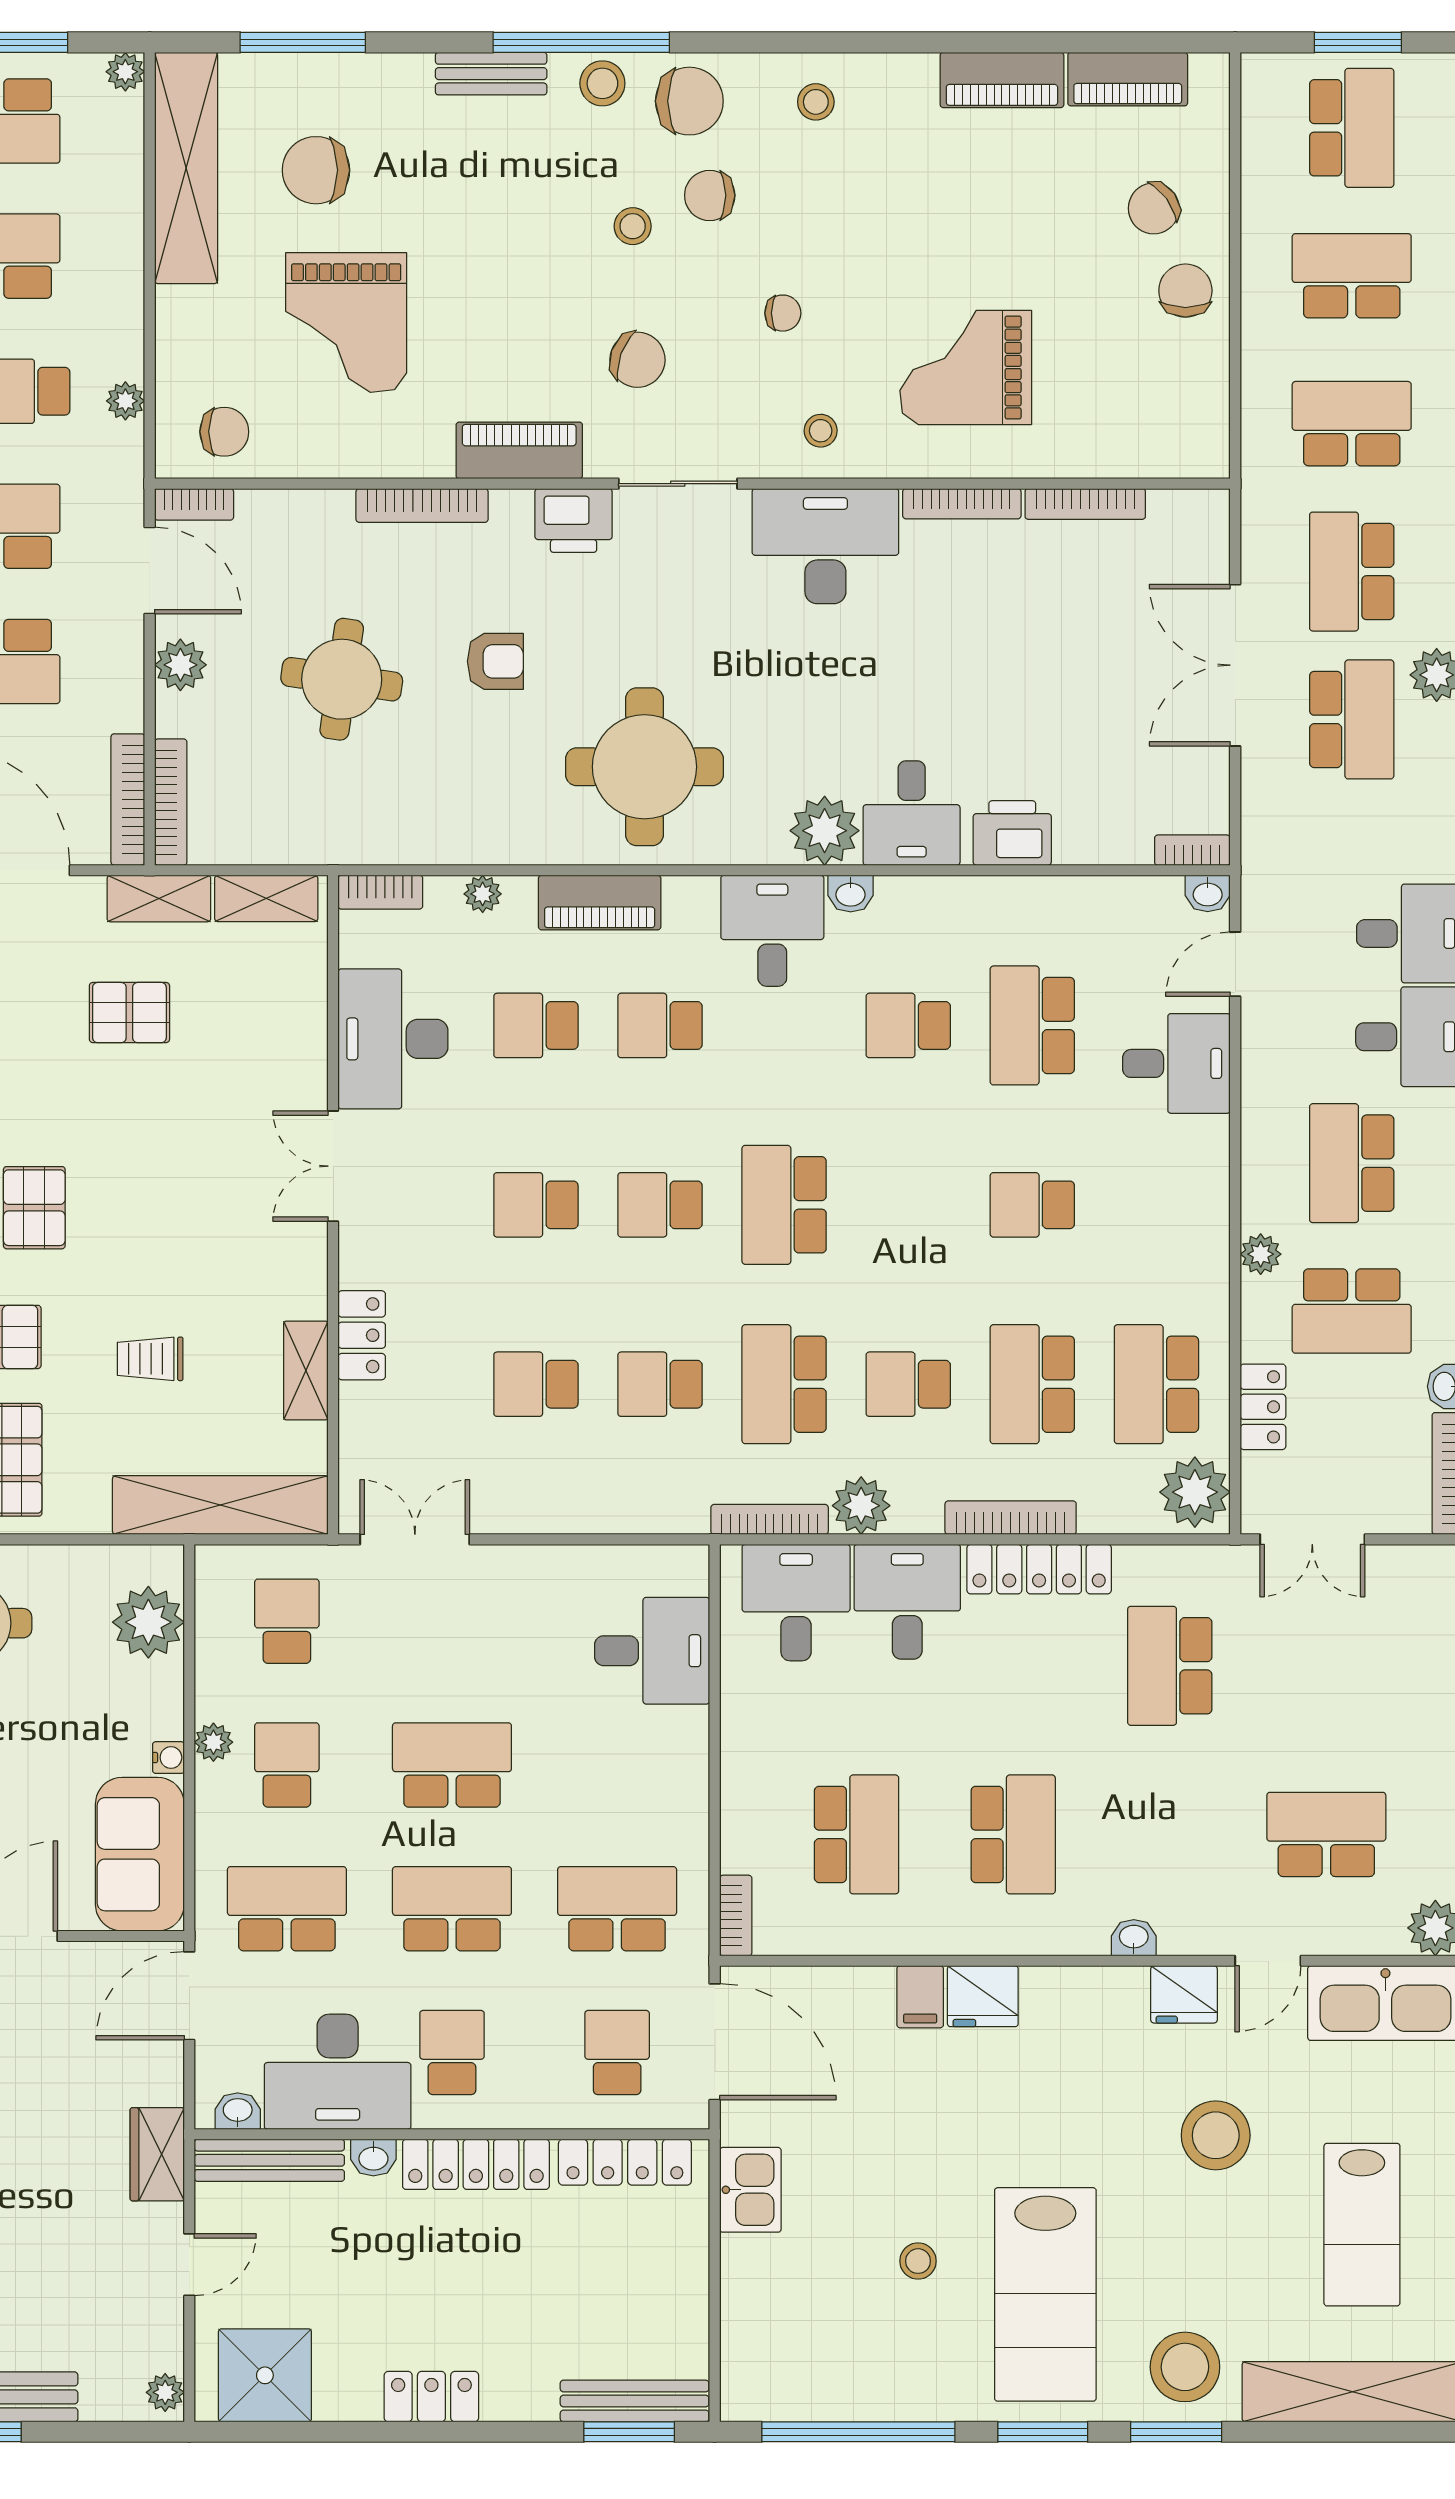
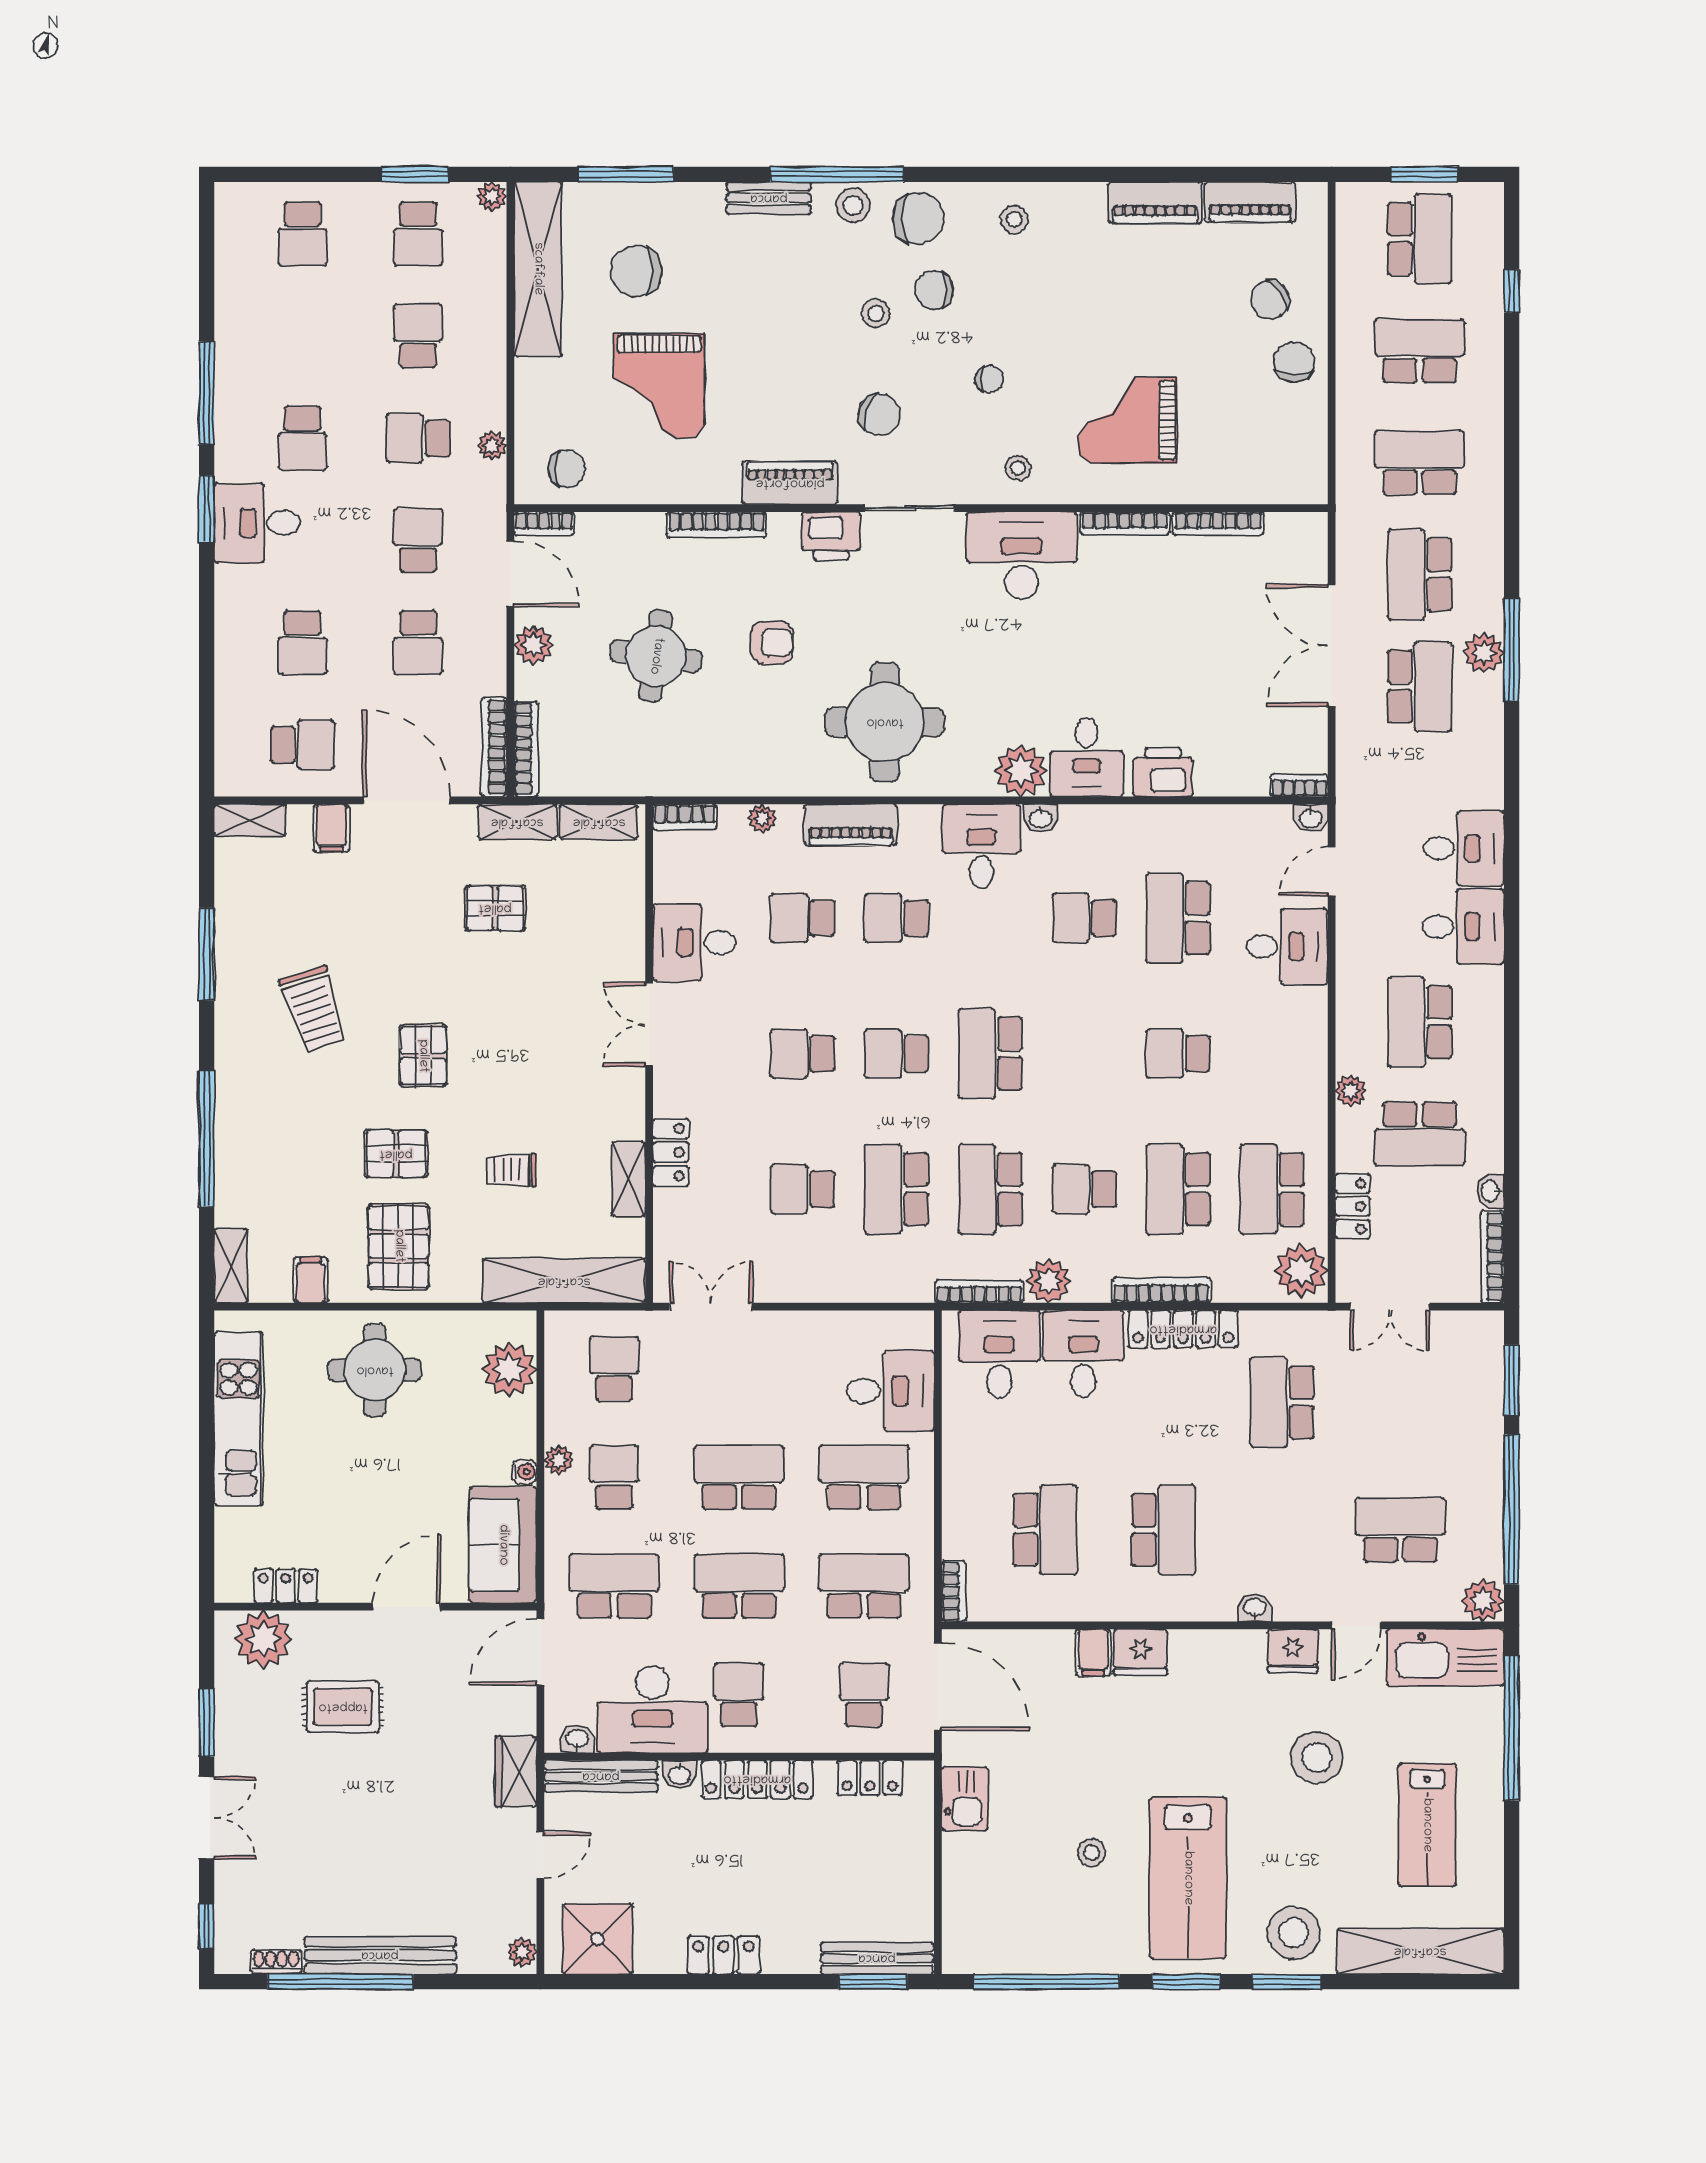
desk: (393, 1039) -> (694, 942), width x0.73
school desk: (660, 1384) -> (896, 1189), width x1.85
school desk: (617, 1765) -> (864, 1477), added
locker: (625, 2162) -> (870, 1778), width x0.66

